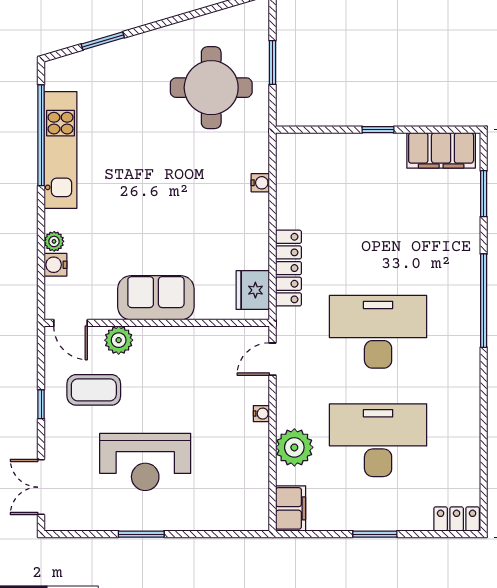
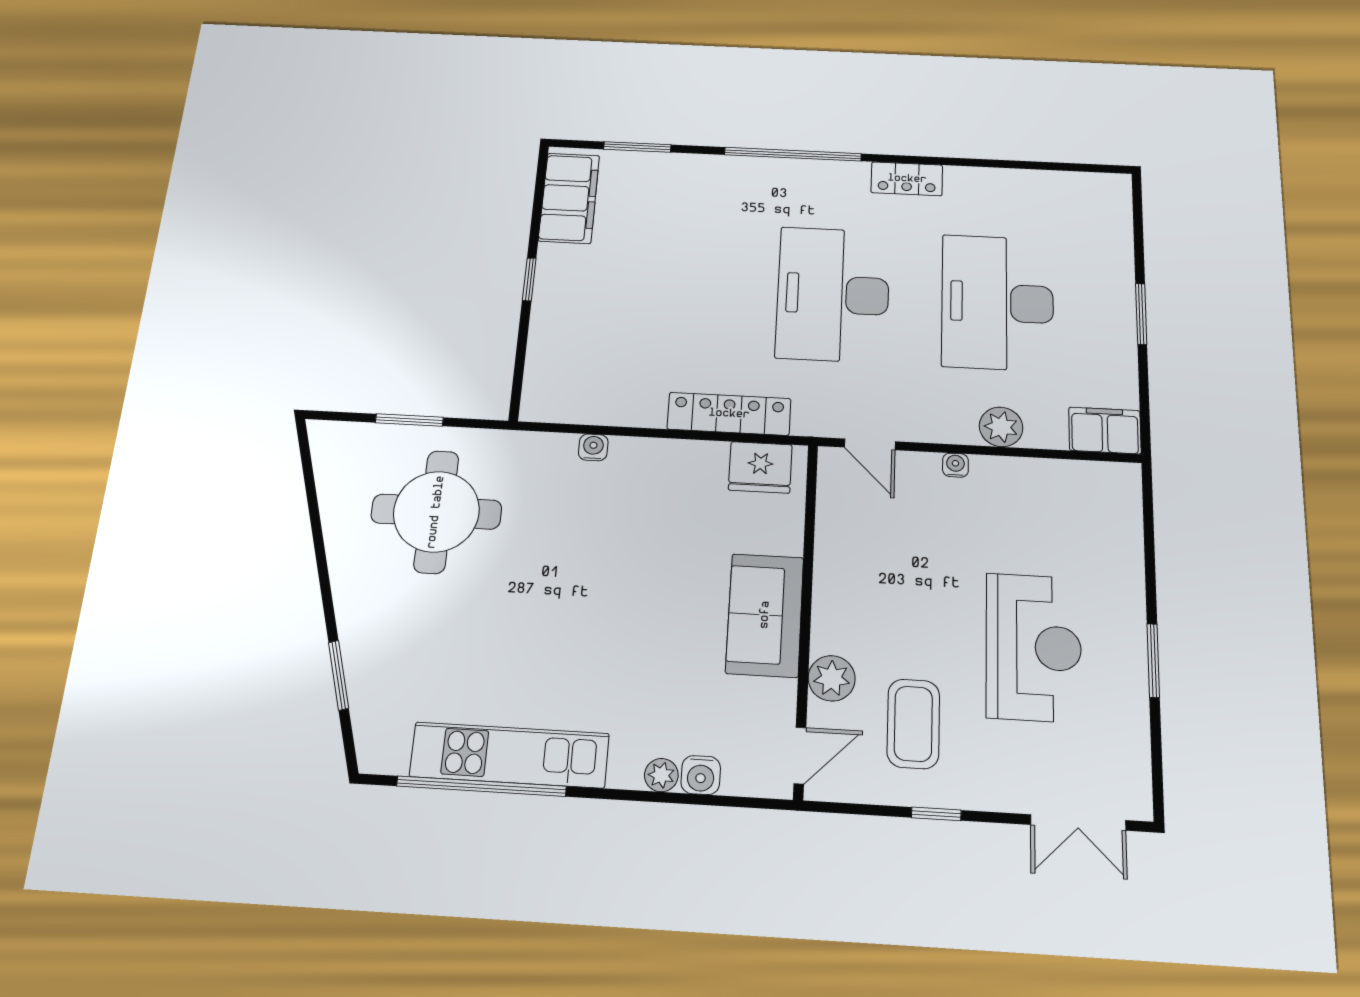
plant: (294, 447) -> (1001, 427), width x0.73, depth x0.73
locker: (457, 519) -> (907, 179), moved, turned -90

